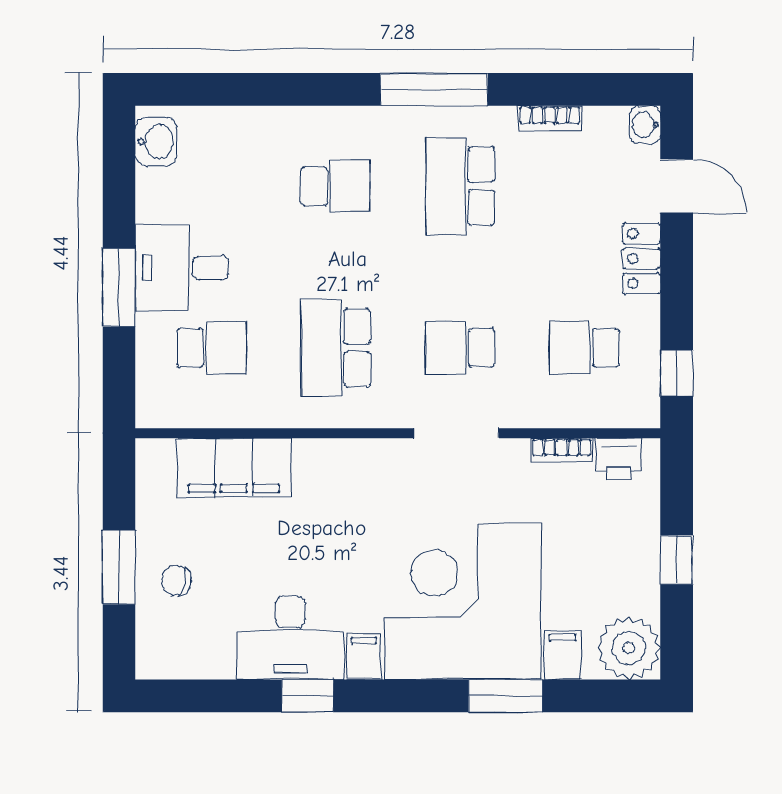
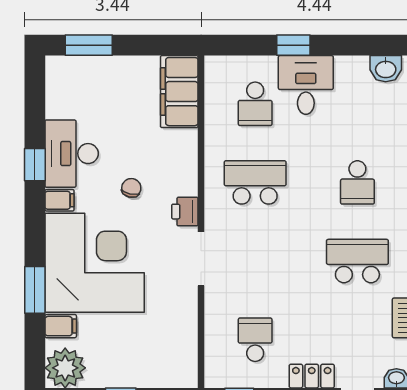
window: (119, 287) -> (293, 45), width x0.67
school desk: (460, 348) -> (255, 261), removed
bookcase: (562, 450) -> (190, 325), removed
printer: (619, 459) -> (185, 212), moved
filing cabinet: (234, 468) -> (179, 92), moved
window: (119, 567) -> (89, 45), moved
chair: (176, 580) -> (131, 188), moved

